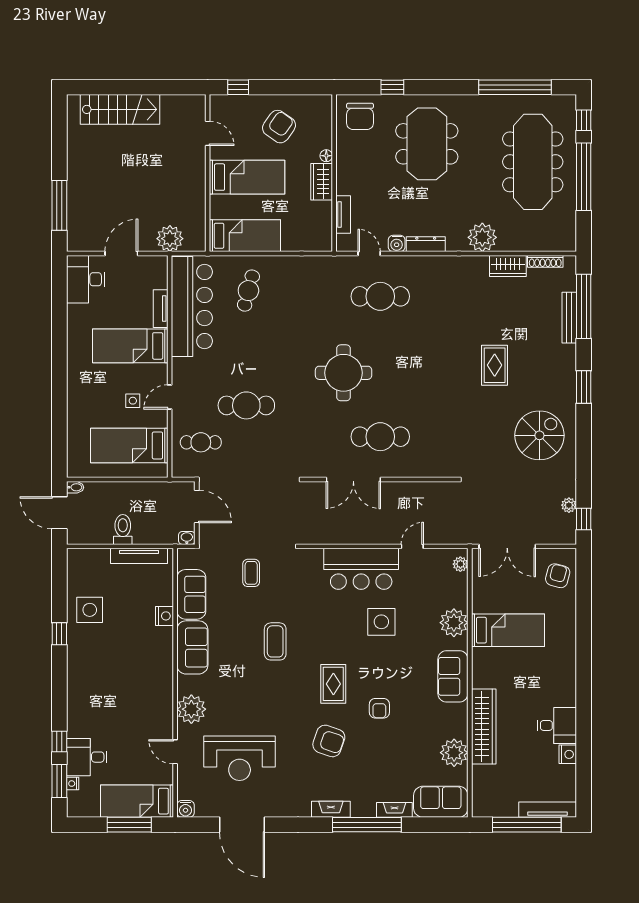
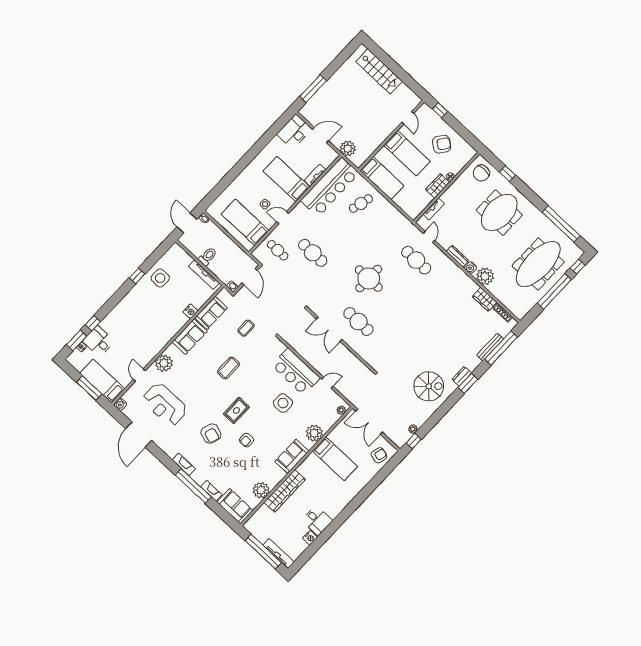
water cooler: (397, 243) -> (471, 268), moved
rug: (495, 365) -> (438, 337), removed
dresser: (568, 385) -> (462, 376), added

